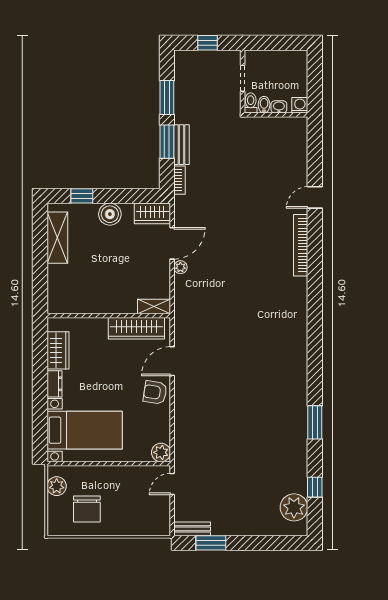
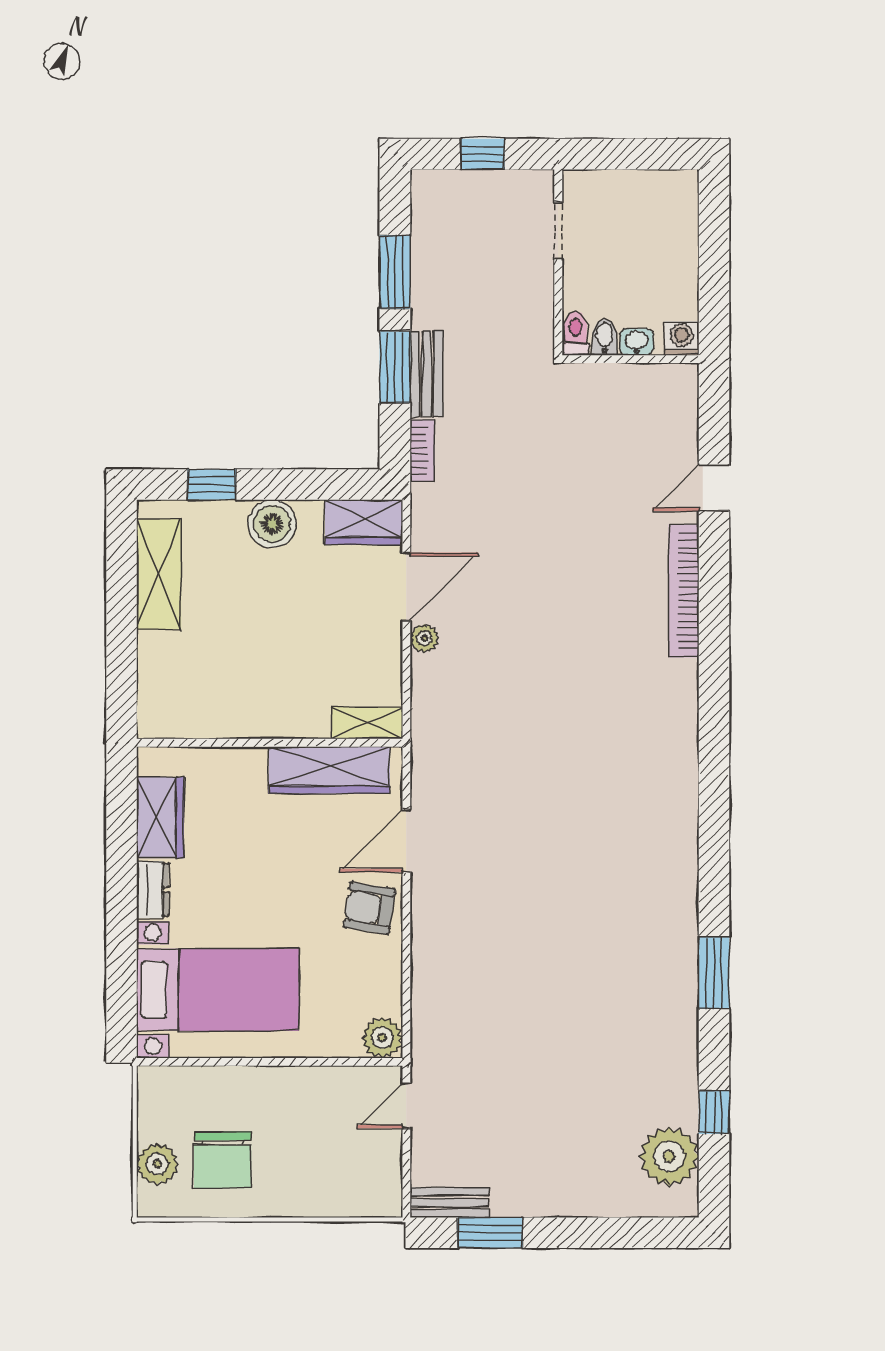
toilet: (251, 103) -> (576, 333), moved
bidet: (264, 105) -> (605, 337), moved
washing machine: (300, 105) -> (682, 338), moved
washbasin: (279, 107) -> (637, 342), moved
wall: (276, 115) -> (630, 359), moved
plant: (57, 486) -> (157, 1164), moved

